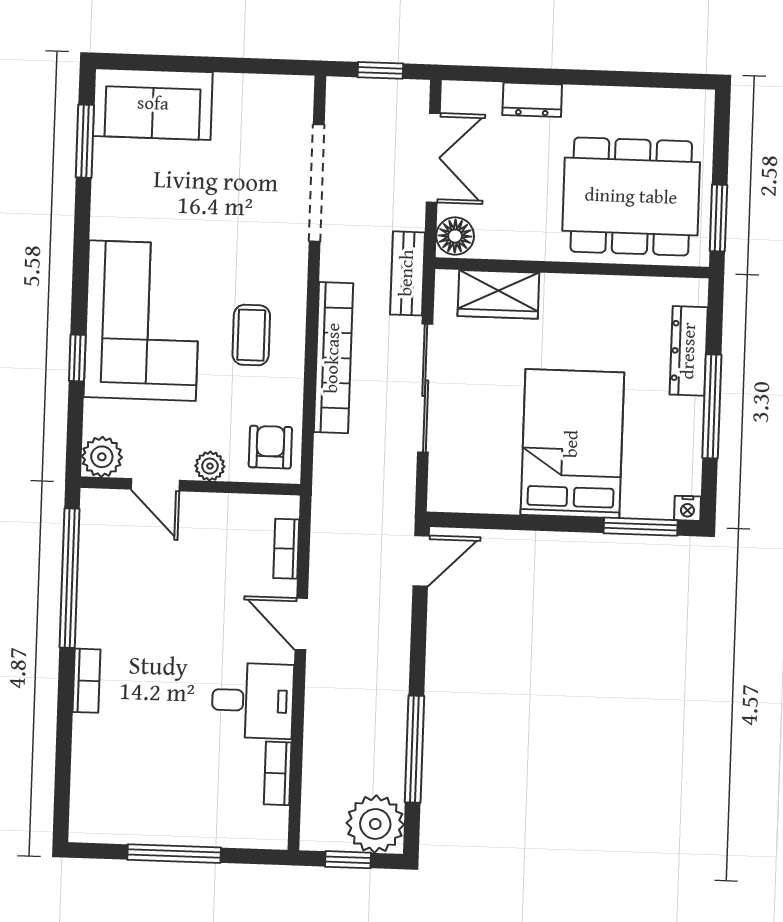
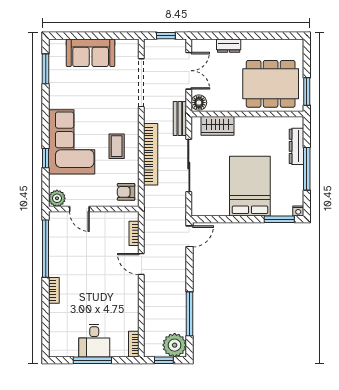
sofa: (153, 104) -> (91, 53), moved
armchair: (270, 447) -> (126, 192), turned -90
plant: (210, 466) -> (102, 201), removed
desk: (253, 701) -> (94, 341), moved, turned 90
bookcase: (278, 773) -> (134, 344), moved

